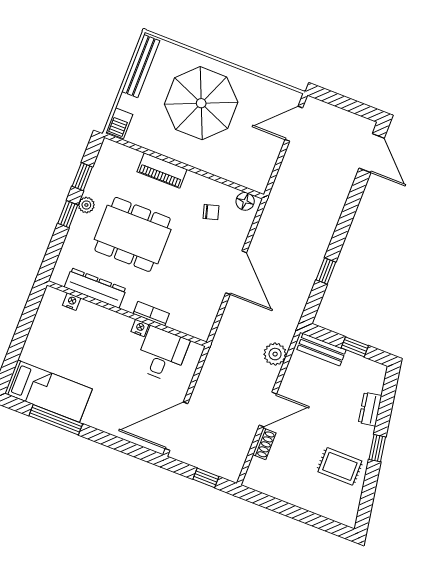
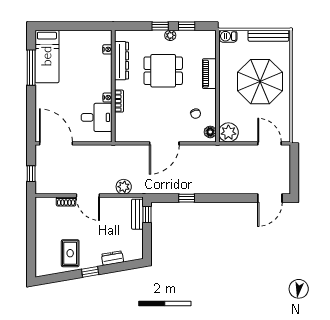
plant: (256, 176) -> (228, 132), added
dining table: (133, 234) -> (163, 71), width x0.73
window: (355, 347) -> (147, 215), moved

